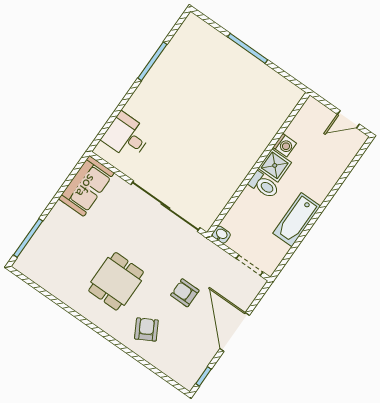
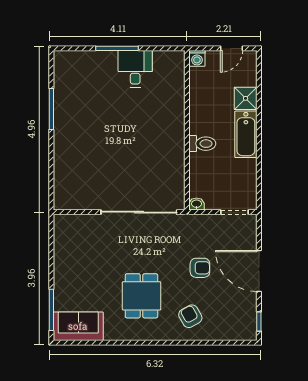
desk: (126, 136) -> (135, 69), moved, turned 90
washing machine: (285, 145) -> (197, 58), moved, turned 90
shower: (275, 165) -> (246, 98), moved
sofa: (86, 186) -> (78, 326), moved, turned -90
bathtub: (297, 220) -> (246, 134), moved
armchair: (185, 293) -> (200, 268), turned 180

